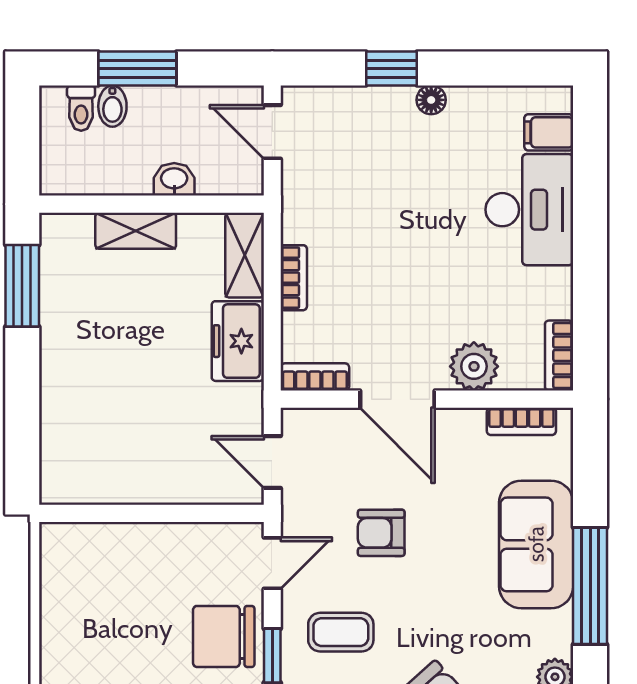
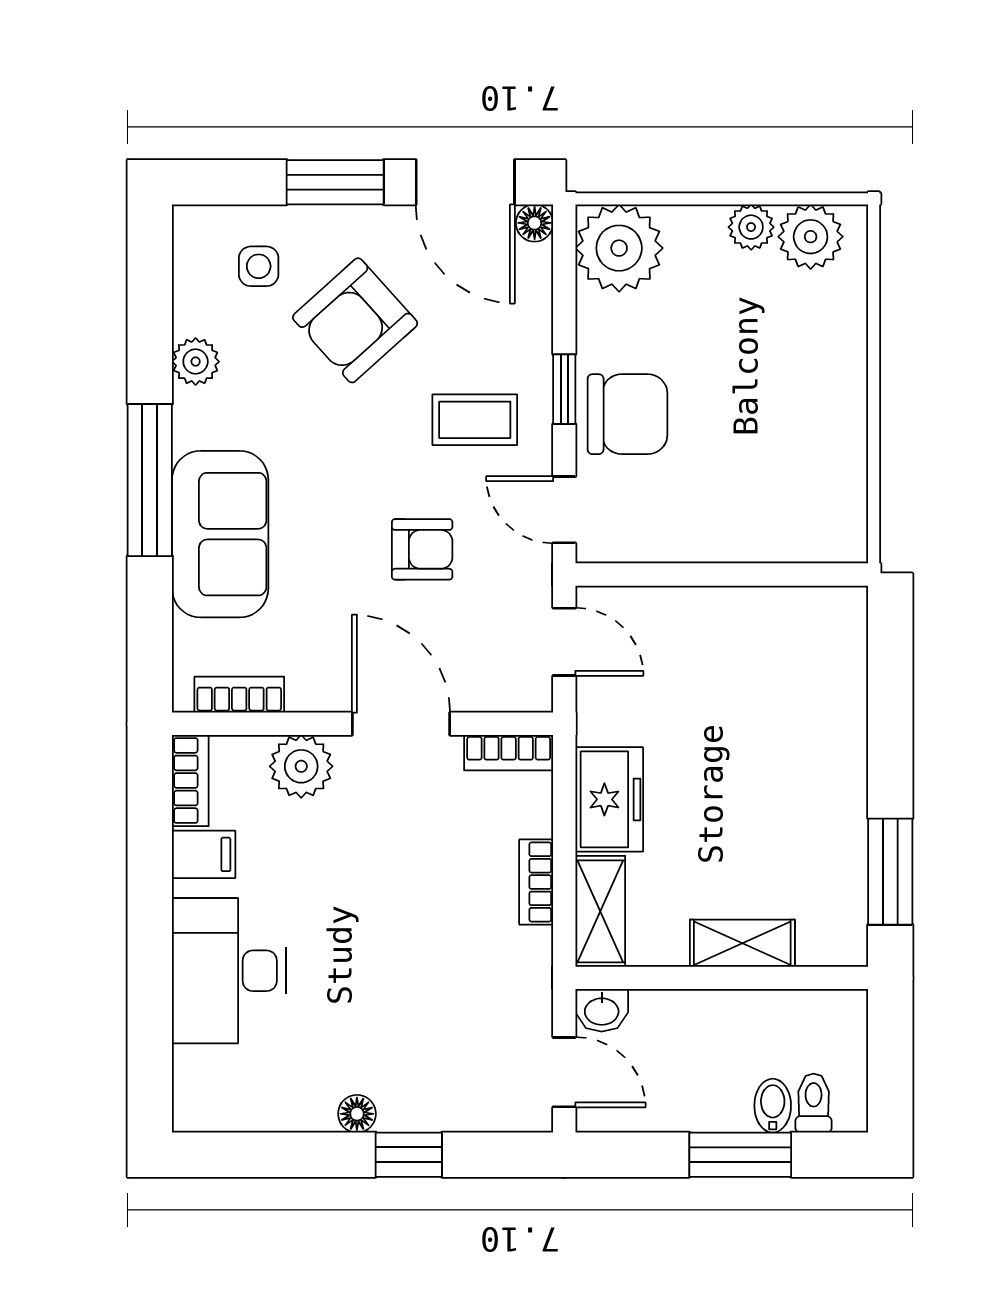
filing cabinet: (549, 132) -> (204, 854), moved
washbasin: (174, 179) -> (602, 1010), moved
door: (272, 563) -> (564, 510), hinge flipped

